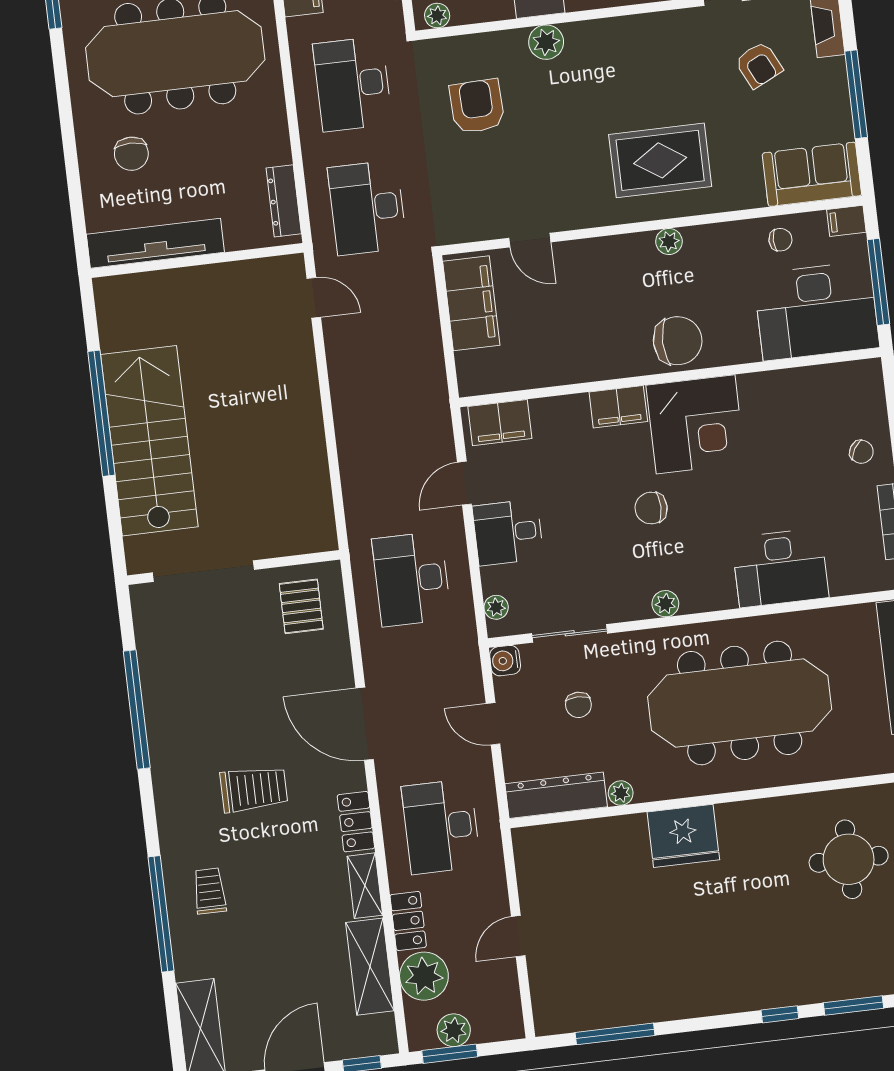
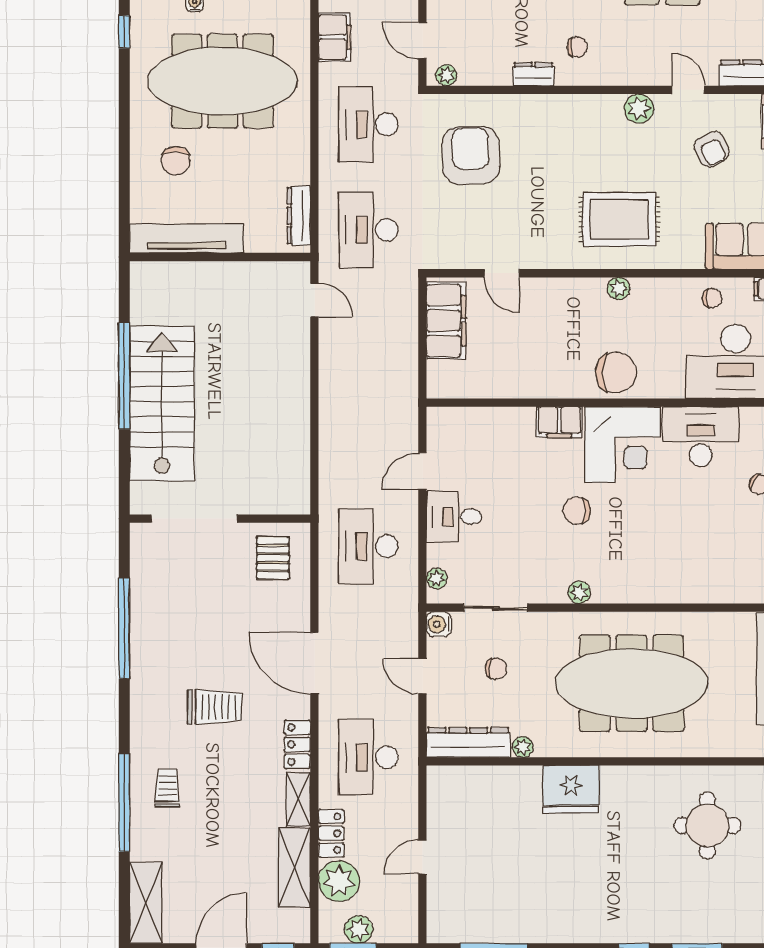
plant: (546, 42) -> (639, 109), moved
armchair: (477, 106) -> (471, 155), width x1.36, depth x1.36
filing cabinet: (500, 423) -> (458, 424), removed
desk: (780, 568) -> (701, 437), moved, turned 180
chair: (578, 705) -> (496, 669), turned -90

